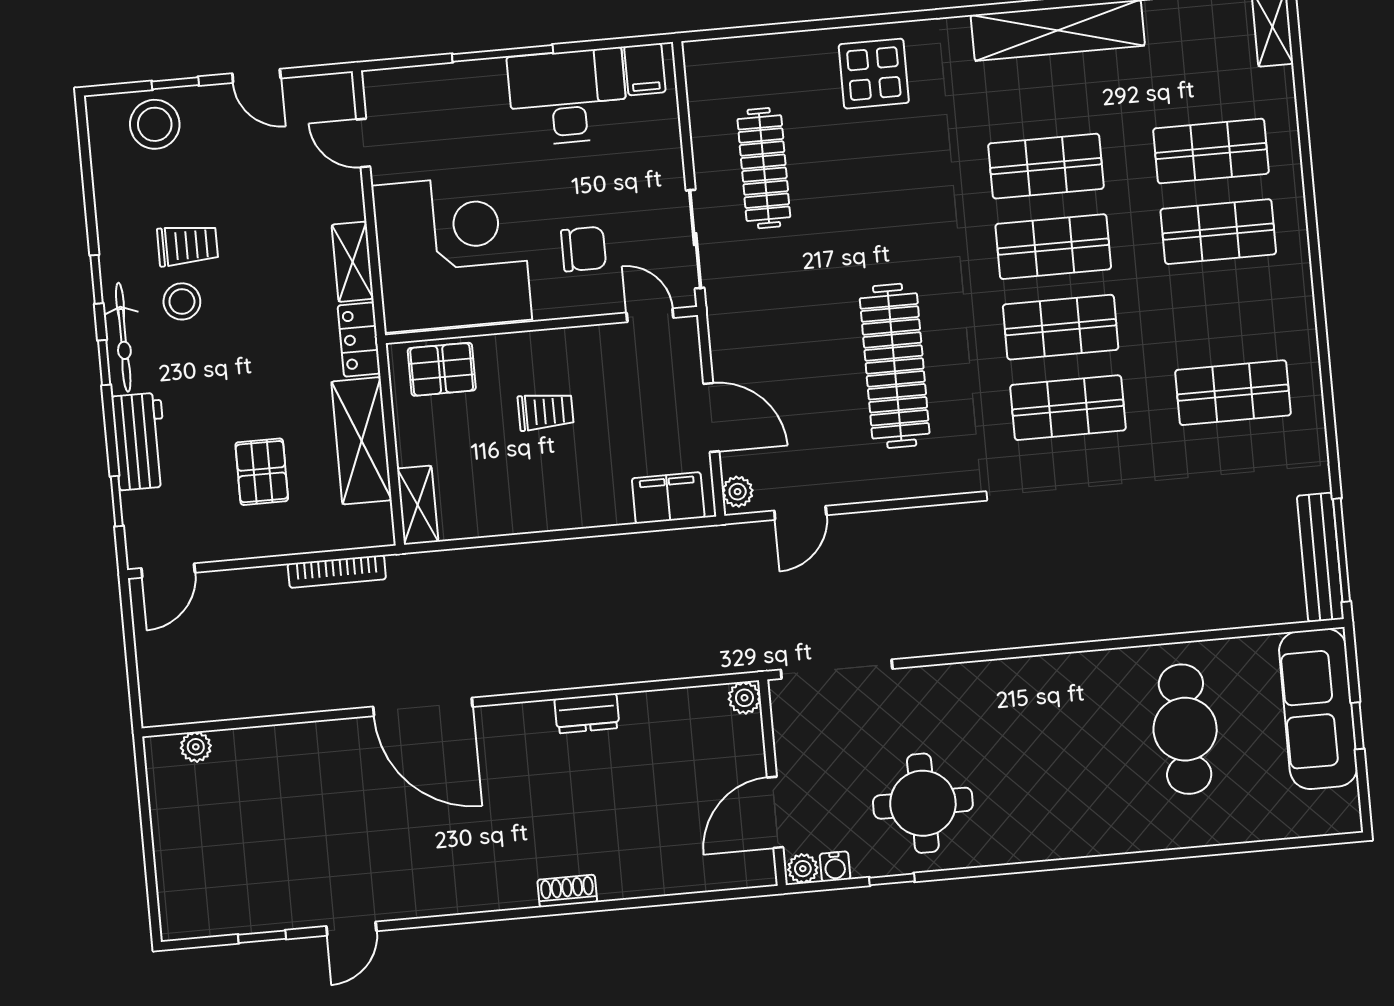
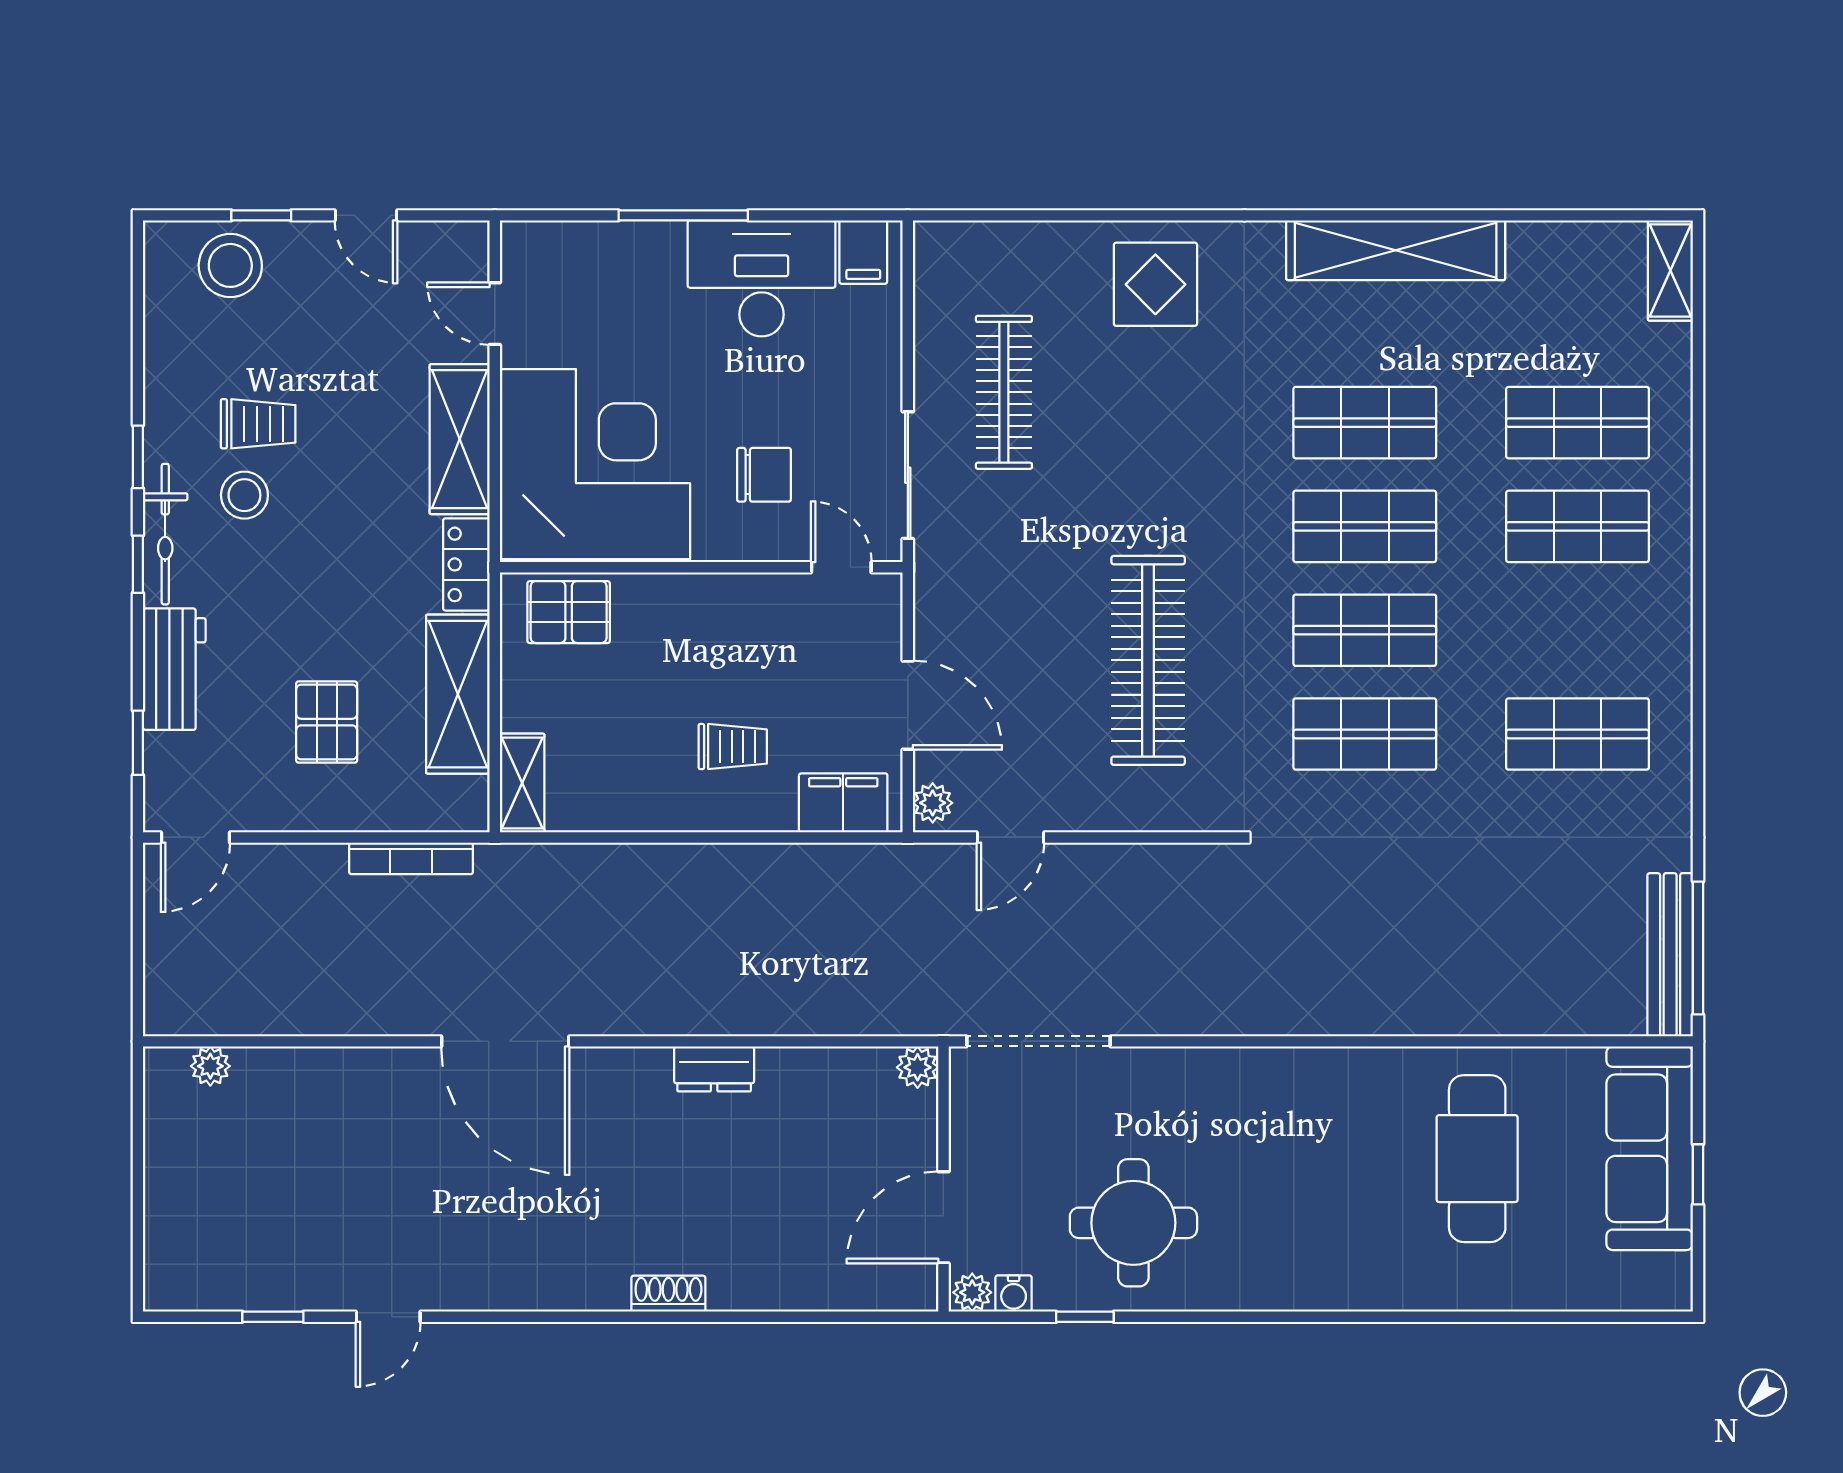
shelving: (353, 262) -> (460, 439), width x1.50, depth x1.33
trolley: (546, 411) -> (733, 747), moved

